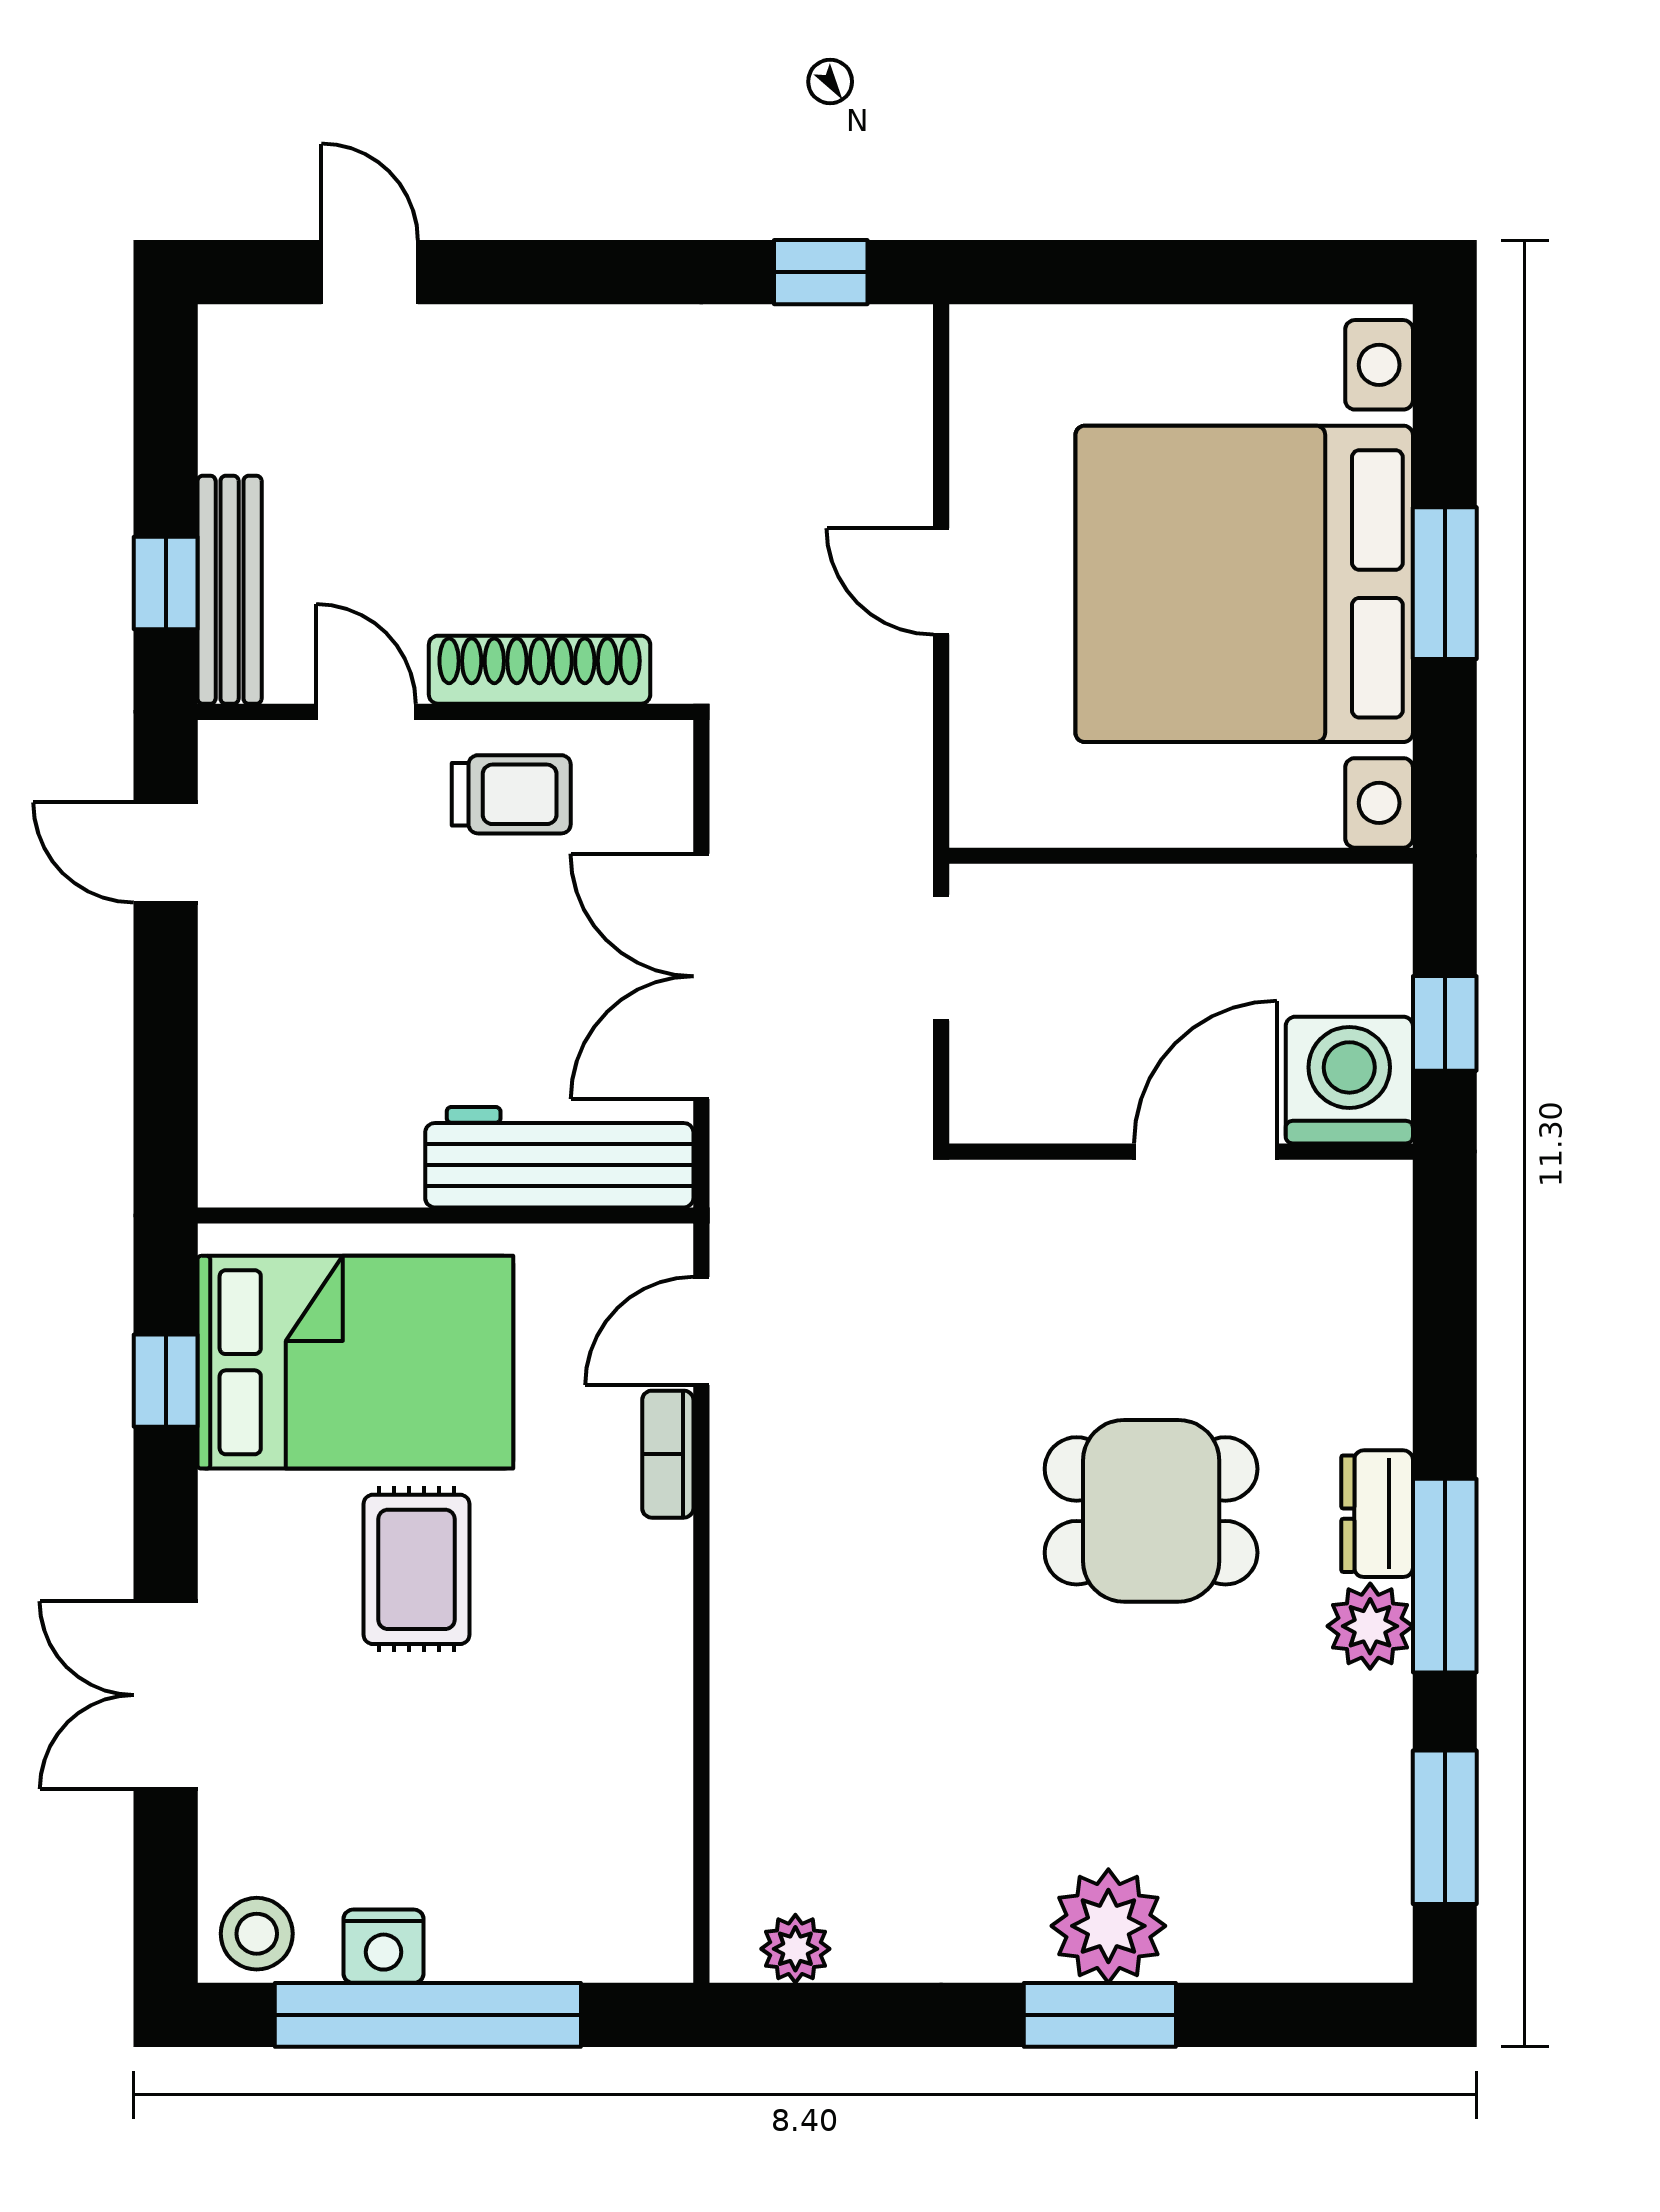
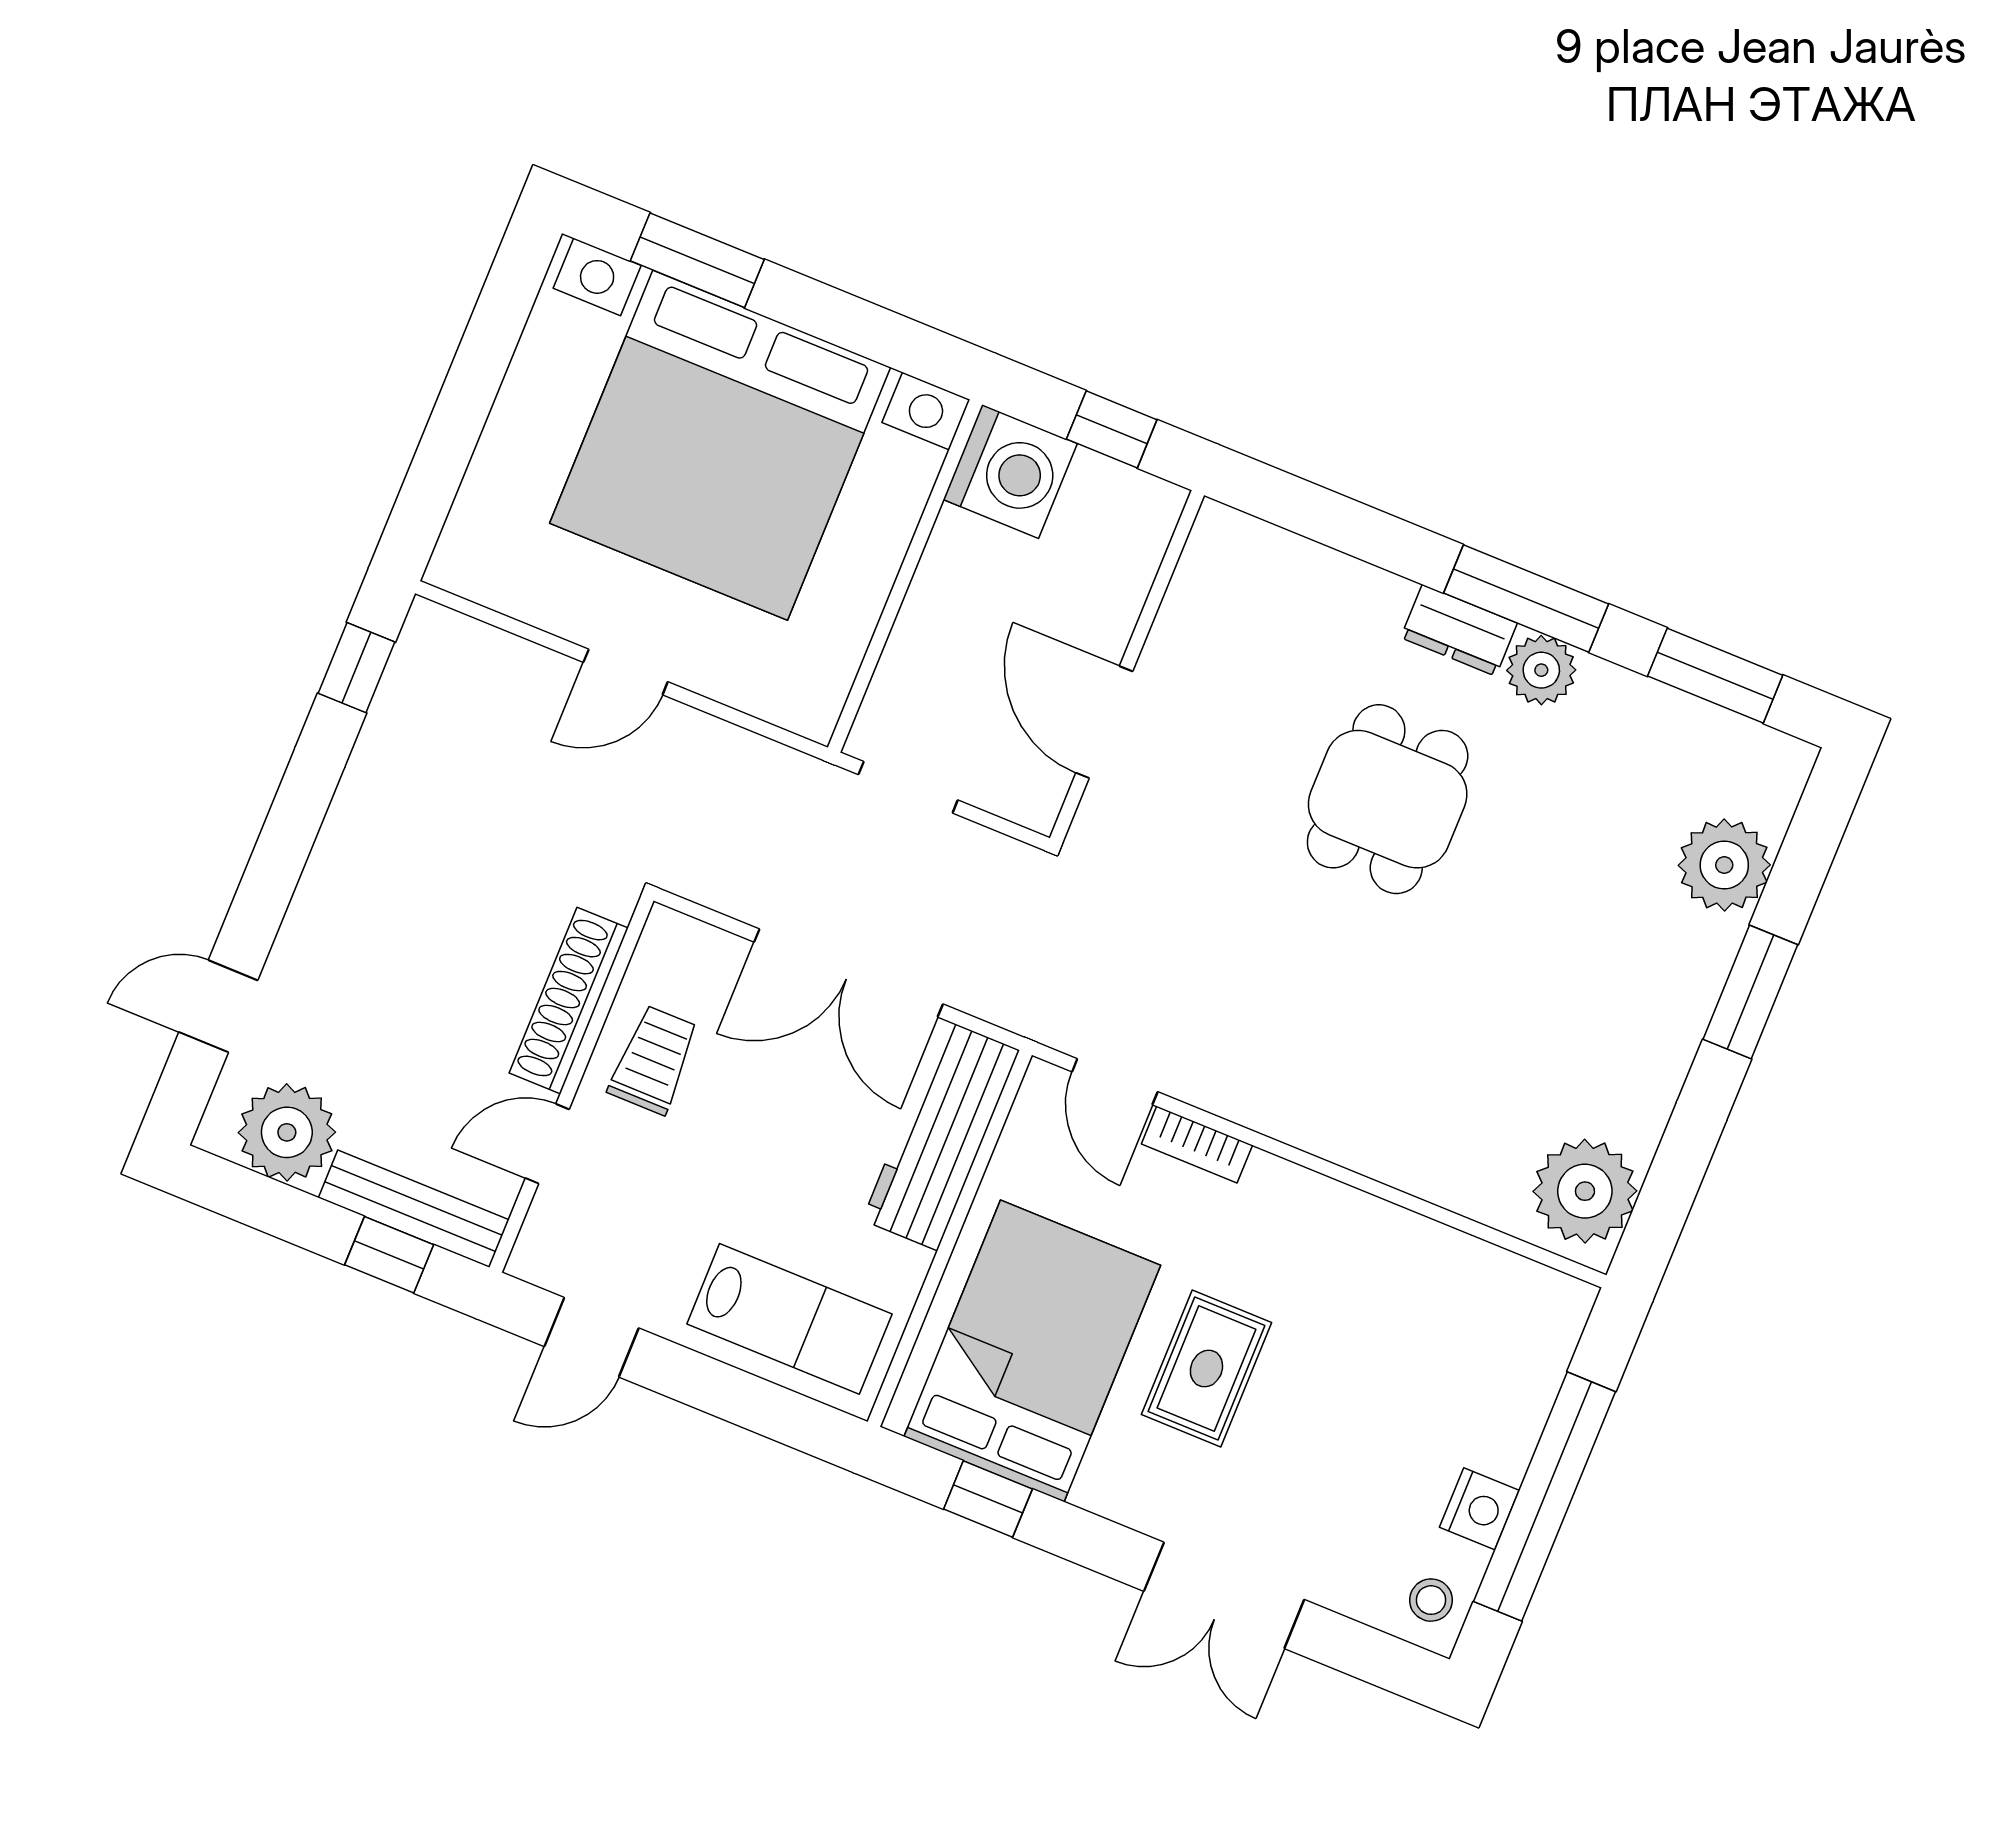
plant: (258, 409) -> (287, 1132), added
window: (1445, 583) -> (697, 260), moved
lab bench: (279, 1070) -> (789, 1319), added
washing machine: (1349, 1080) -> (1010, 472), moved, turned 180
door: (1205, 1152) -> (1104, 722), moved
rug: (416, 1569) -> (1206, 1369), turned 90
plant: (1108, 1926) -> (1724, 865), moved
stool: (257, 1934) -> (1431, 1600), width x0.73, depth x0.73
plant: (795, 1949) -> (1585, 1191), width x1.87, depth x1.87

